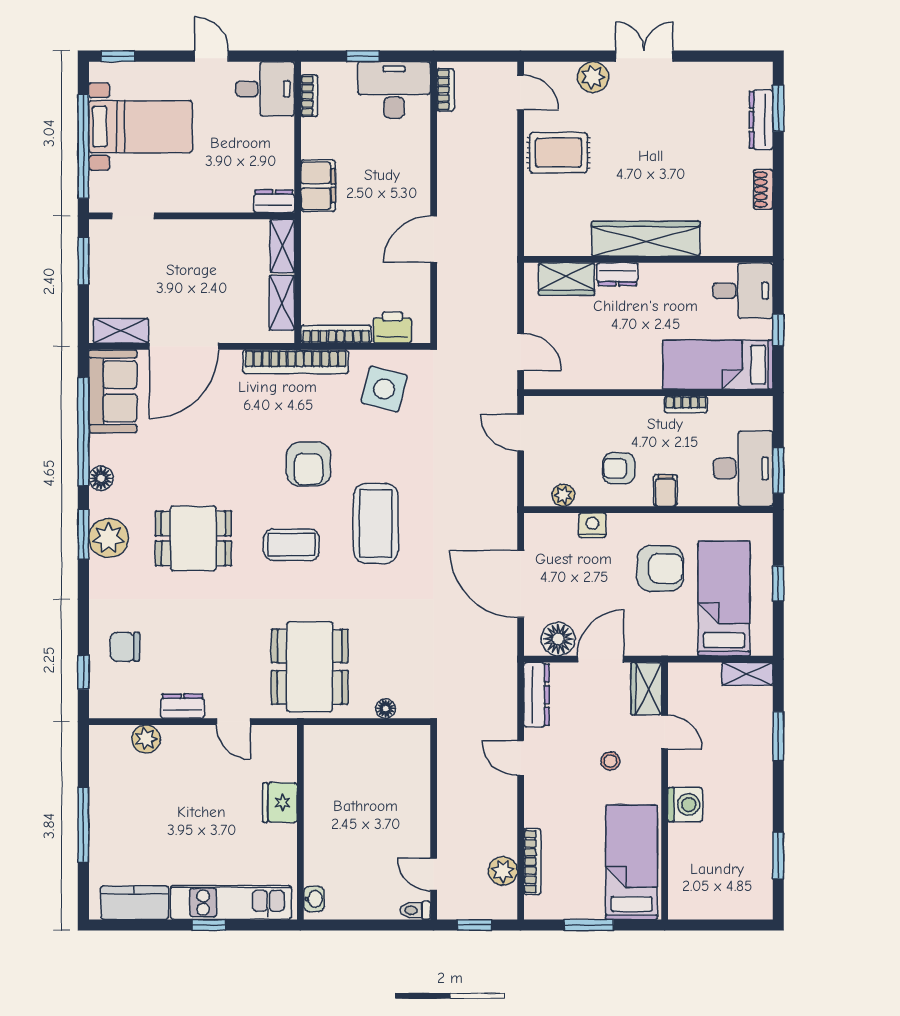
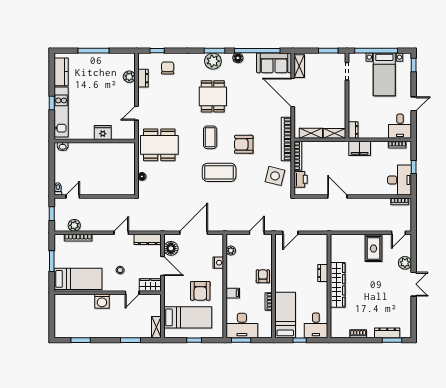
wardrobe: (567, 279) -> (321, 252), removed
armchair: (619, 468) -> (263, 276), moved
dresser: (182, 706) -> (143, 78), moved

